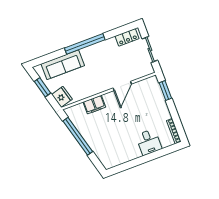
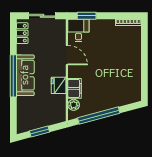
sofa: (63, 65) -> (25, 75), moved
fridge: (62, 97) -> (59, 85), moved, turned -75
plant: (79, 109) -> (74, 105), added
desk: (149, 142) -> (78, 30), moved, turned -90

